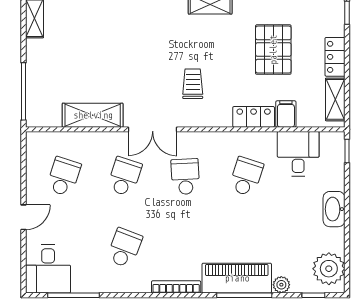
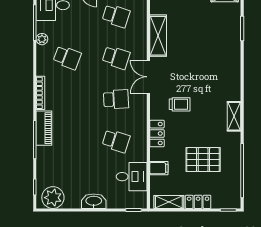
locker: (254, 117) -> (157, 134), moved
piano: (237, 278) -> (44, 128), width x0.73, depth x0.75
plant: (281, 285) -> (42, 39), moved

